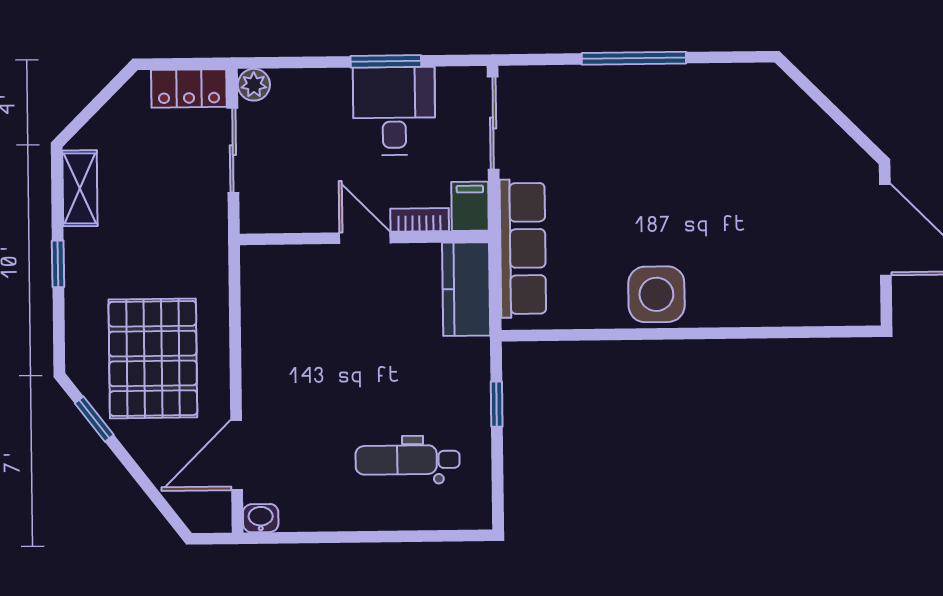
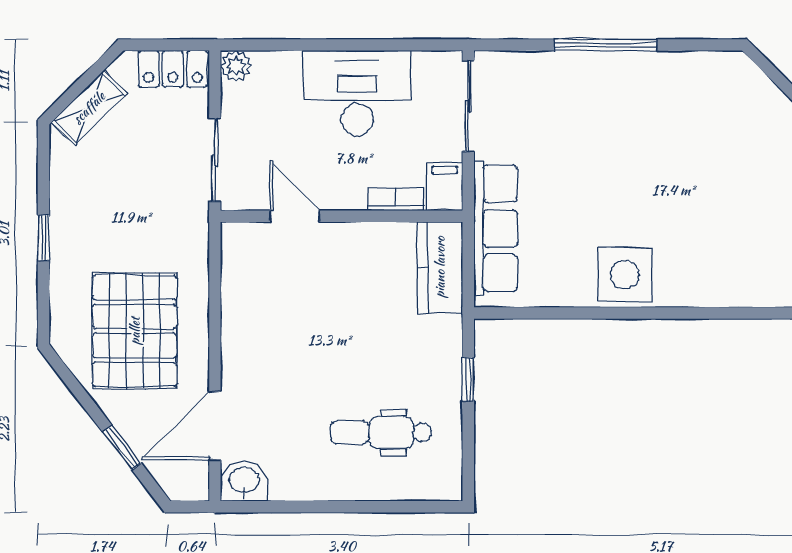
window: (386, 61) -> (365, 45), removed
desk: (394, 111) -> (357, 93), width x1.37
sliding door: (233, 150) -> (215, 160), moved
shelving: (80, 188) -> (89, 108), moved, turned 45
door: (365, 238) -> (295, 216), moved
window: (94, 419) -> (122, 448), moved
washbasin: (261, 518) -> (244, 481), width x1.38, depth x1.45

